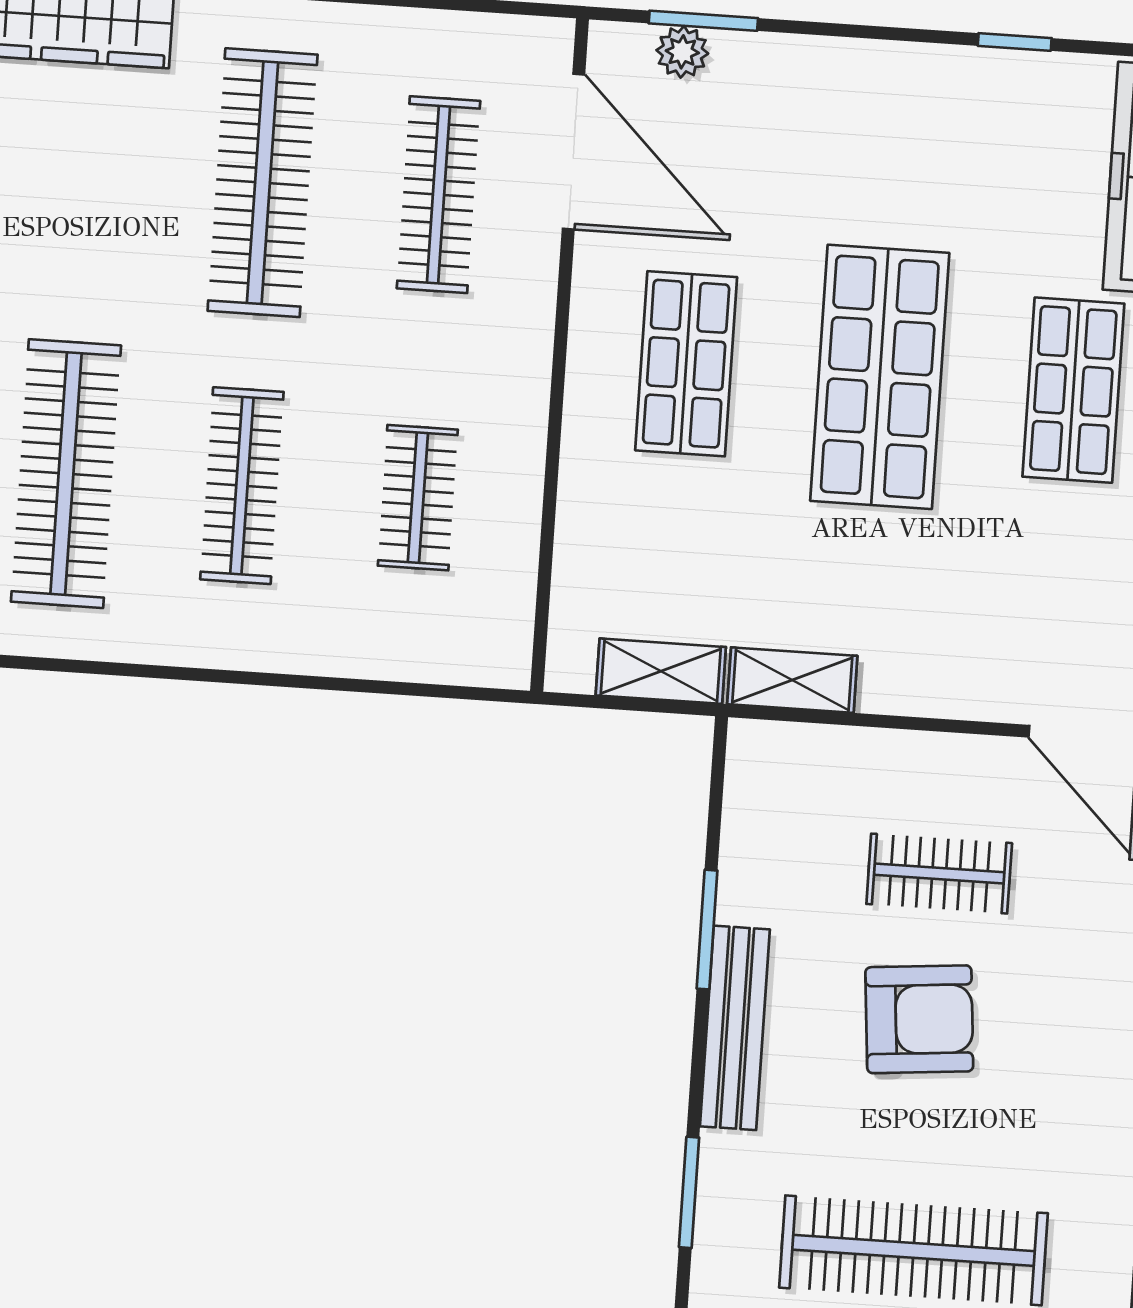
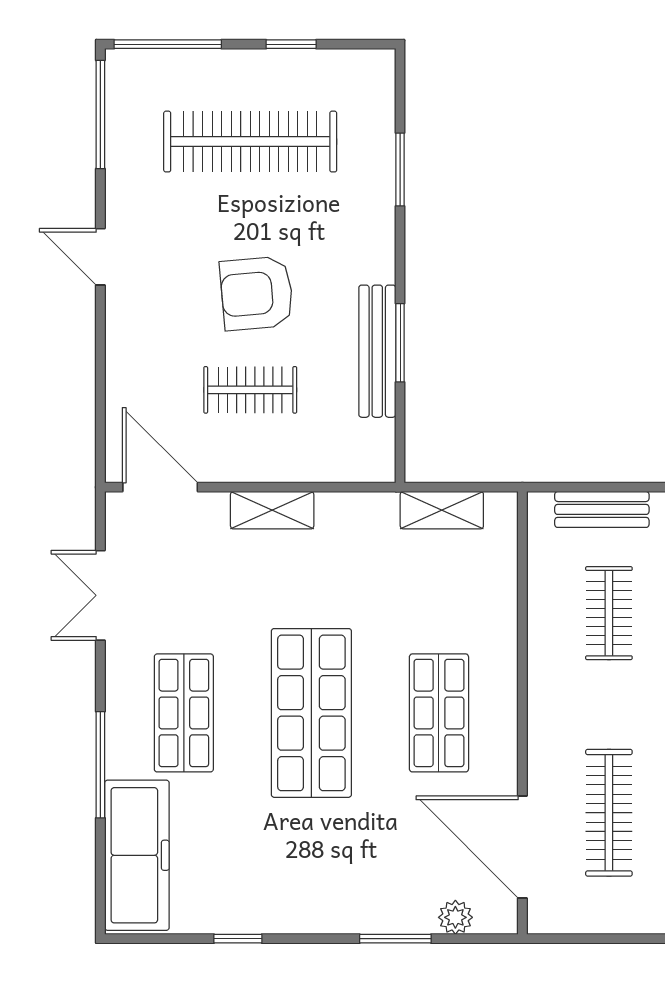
window: (703, 21) -> (395, 939), moved
bench: (418, 656) -> (602, 509), added
shelving: (792, 680) -> (272, 510), moved
bench: (735, 1028) -> (377, 351), moved

